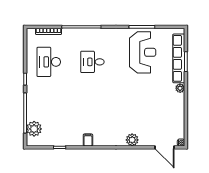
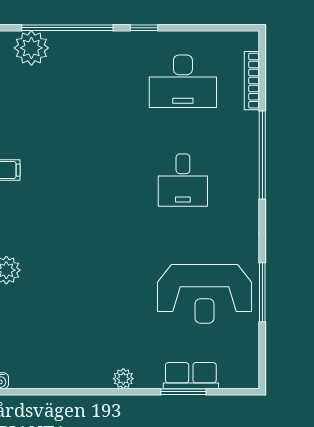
row of seats: (179, 58) -> (191, 376), width x0.50
desk: (49, 62) -> (183, 81), turned 180
desk: (92, 62) -> (183, 180), turned 180

